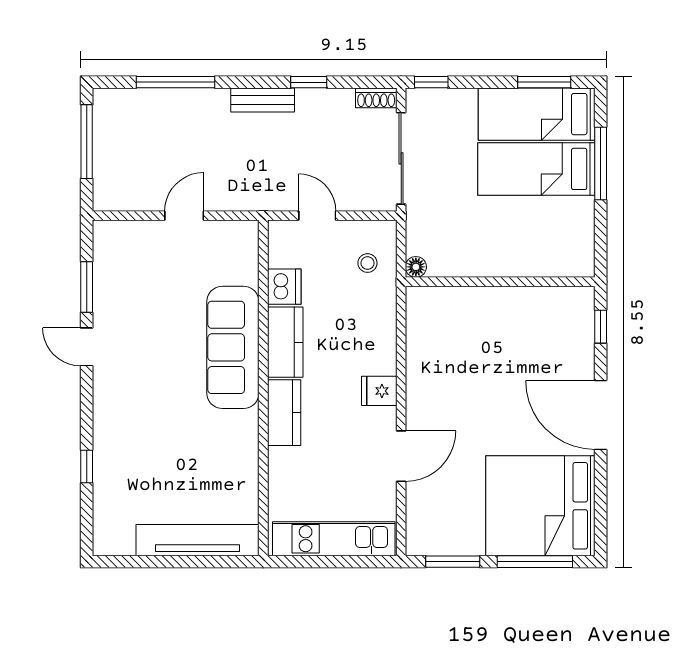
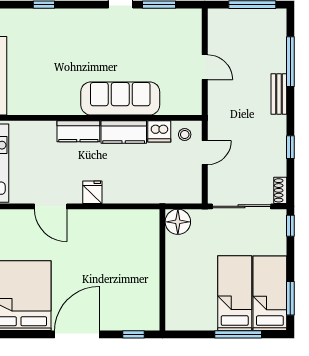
bench: (263, 100) -> (279, 94), moved
stool: (367, 263) -> (185, 135), moved
floor lamp: (416, 267) -> (178, 222), width x1.89, depth x1.89

